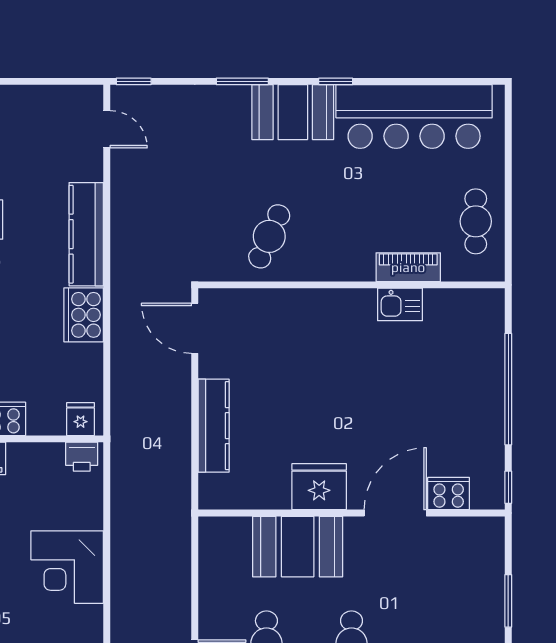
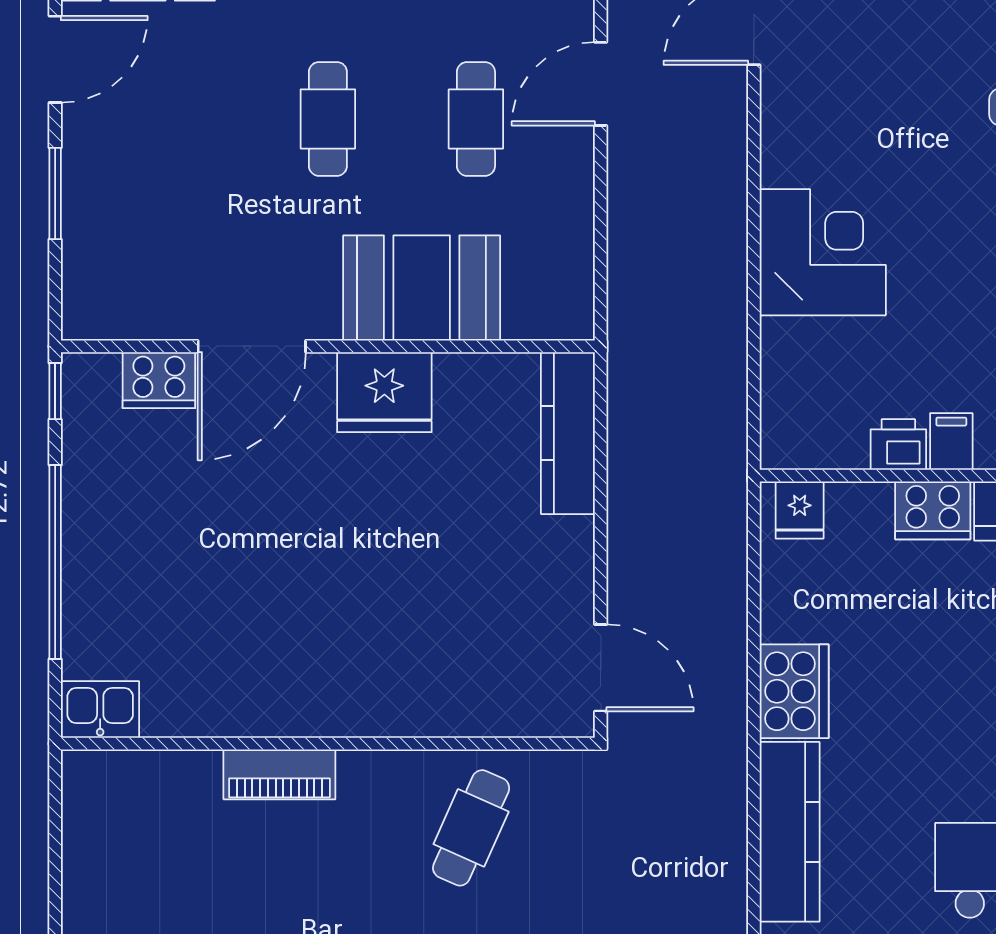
cafe table: (476, 221) -> (112, 854), removed
piano: (408, 267) -> (279, 774), moved
kitchen sink: (400, 304) -> (100, 709), moved
kitchen counter: (214, 426) -> (568, 433), moved
printer: (82, 457) -> (898, 444), moved

